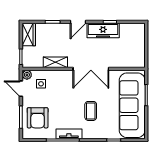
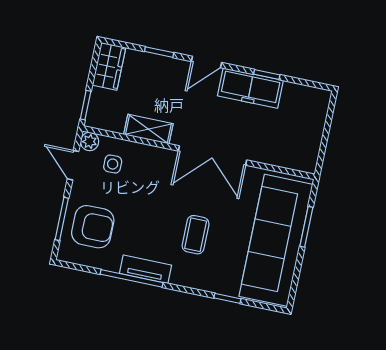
armchair: (38, 118) -> (93, 227), turned -90

